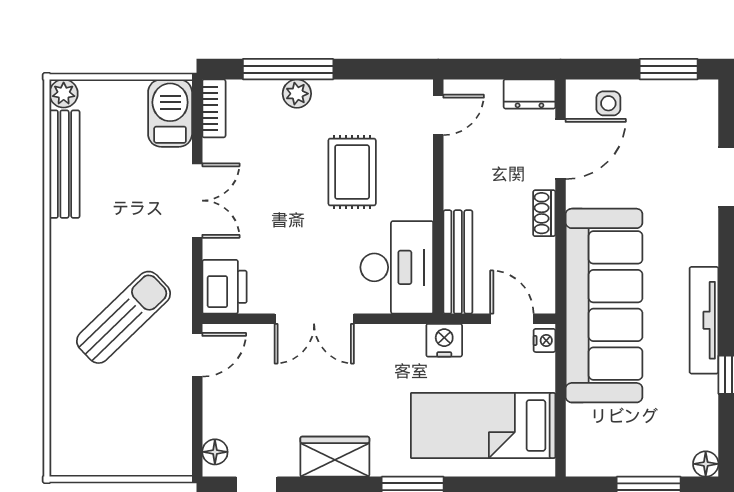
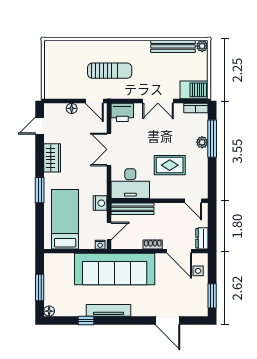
sun lounger: (123, 317) -> (110, 71), turned -46
floor lamp: (215, 452) -> (72, 108), moved

